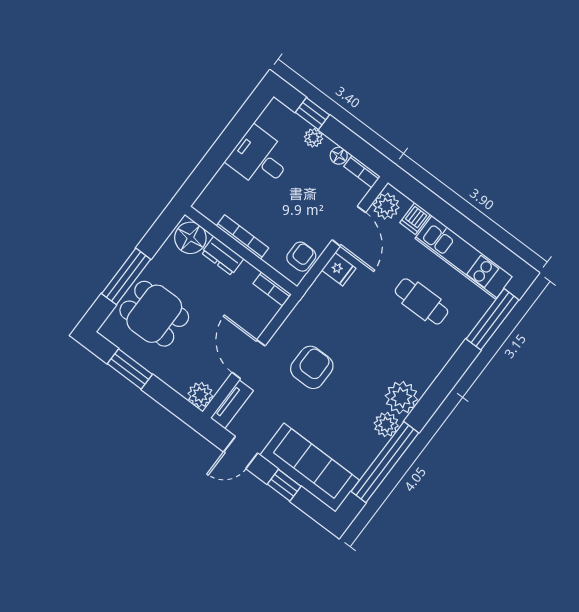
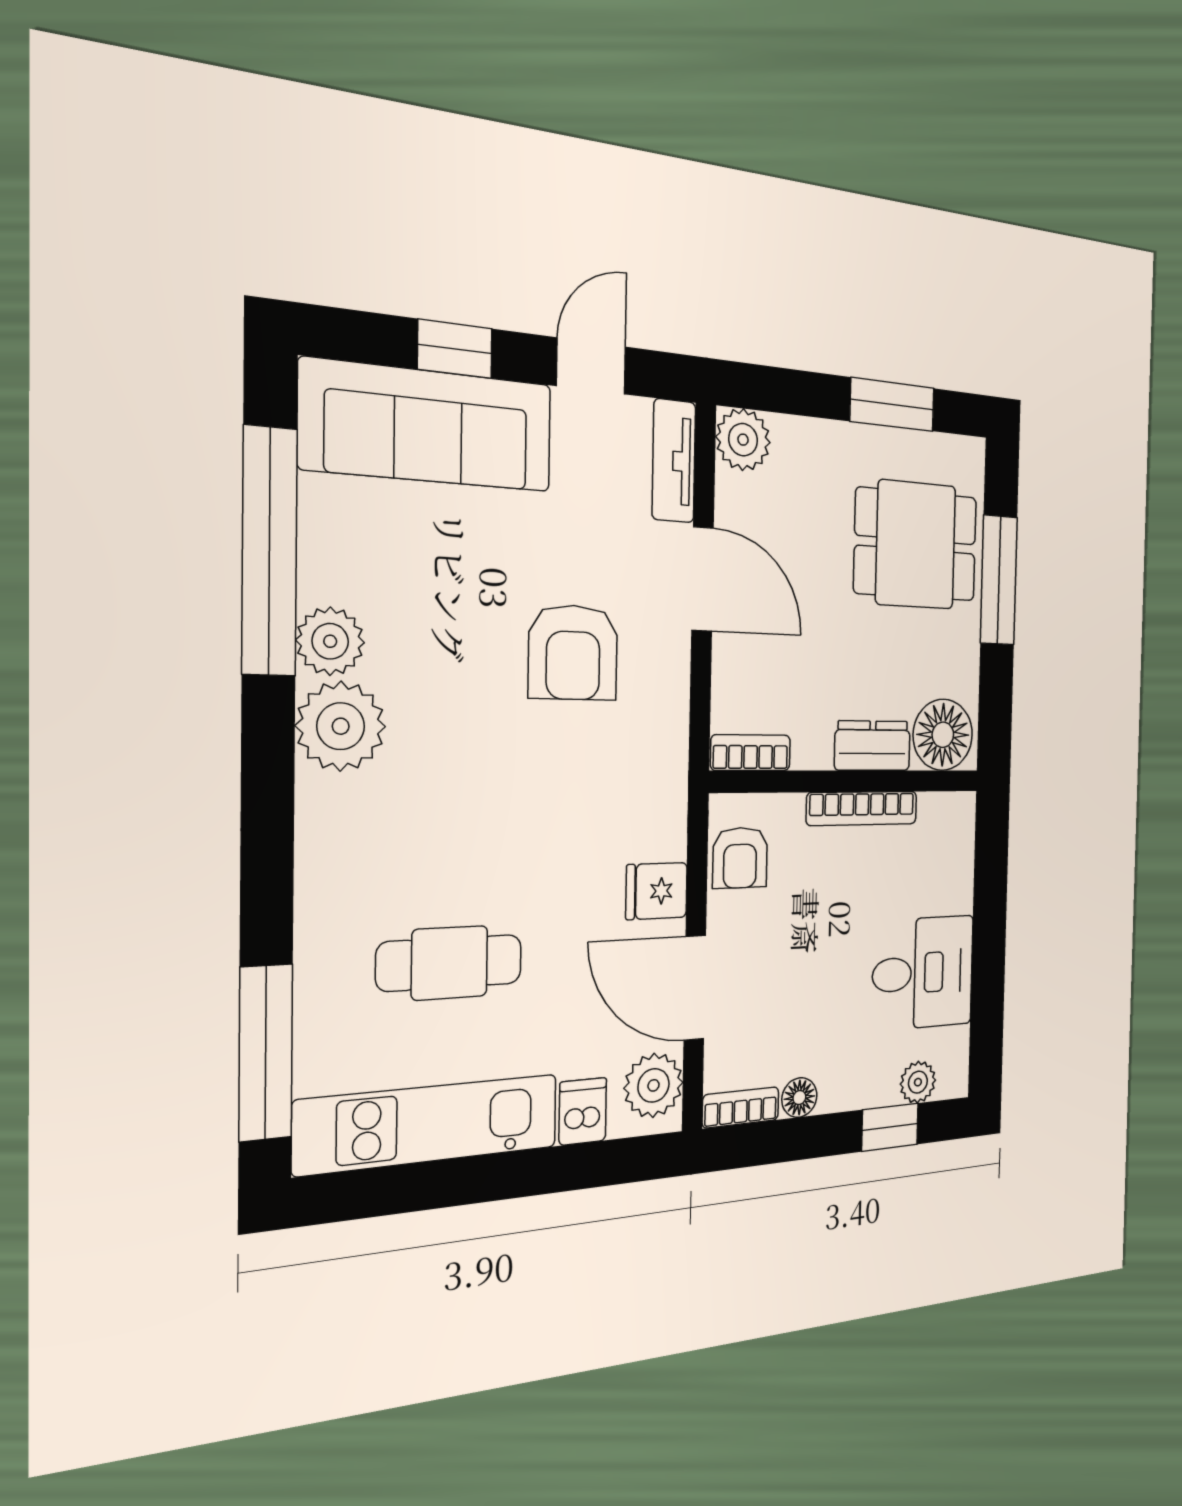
plant: (313, 138) -> (918, 1082), moved

